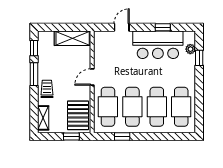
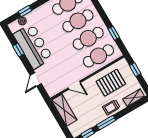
door: (122, 27) -> (36, 79), hinge flipped
door: (92, 77) -> (74, 85), moved
pallet: (78, 115) -> (111, 83), moved

